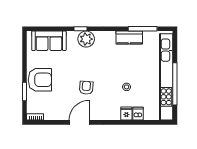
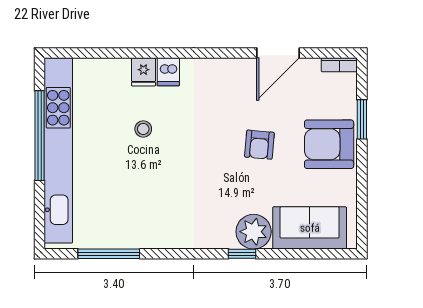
kitchen counter: (129, 37) -> (137, 235), removed
plant: (86, 39) -> (254, 232), moved
armchair: (86, 88) -> (259, 145), moved
dishwasher: (138, 114) -> (168, 72), moved
door: (79, 122) -> (278, 53), moved

